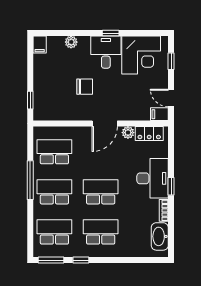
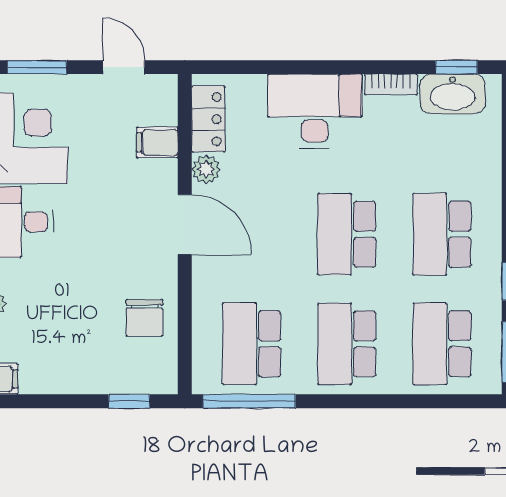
window: (171, 61) -> (37, 67), width x1.50
chair: (85, 87) -> (144, 318), moved, turned 180
door: (171, 98) -> (124, 67), swing flipped
filing cabinet: (159, 114) -> (157, 142), moved, turned 90
window: (30, 180) -> (249, 401), moved
window: (171, 186) -> (457, 67), moved

